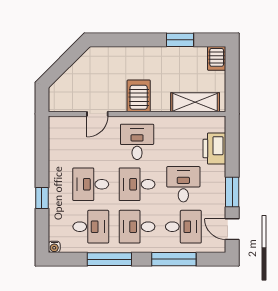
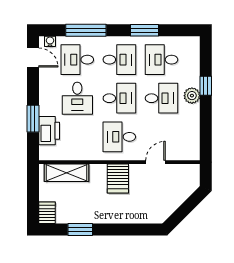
desk: (137, 142) -> (119, 137), turned 90
plant: (57, 187) -> (192, 96), added
window: (232, 192) -> (33, 119), moved
water cooler: (54, 247) -> (50, 41), moved
window: (109, 259) -> (144, 30), width x0.69

